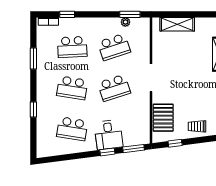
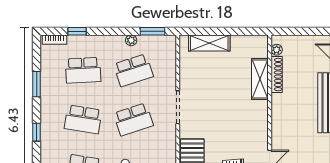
plant: (125, 22) -> (131, 40), moved
window: (33, 109) -> (37, 132), moved

